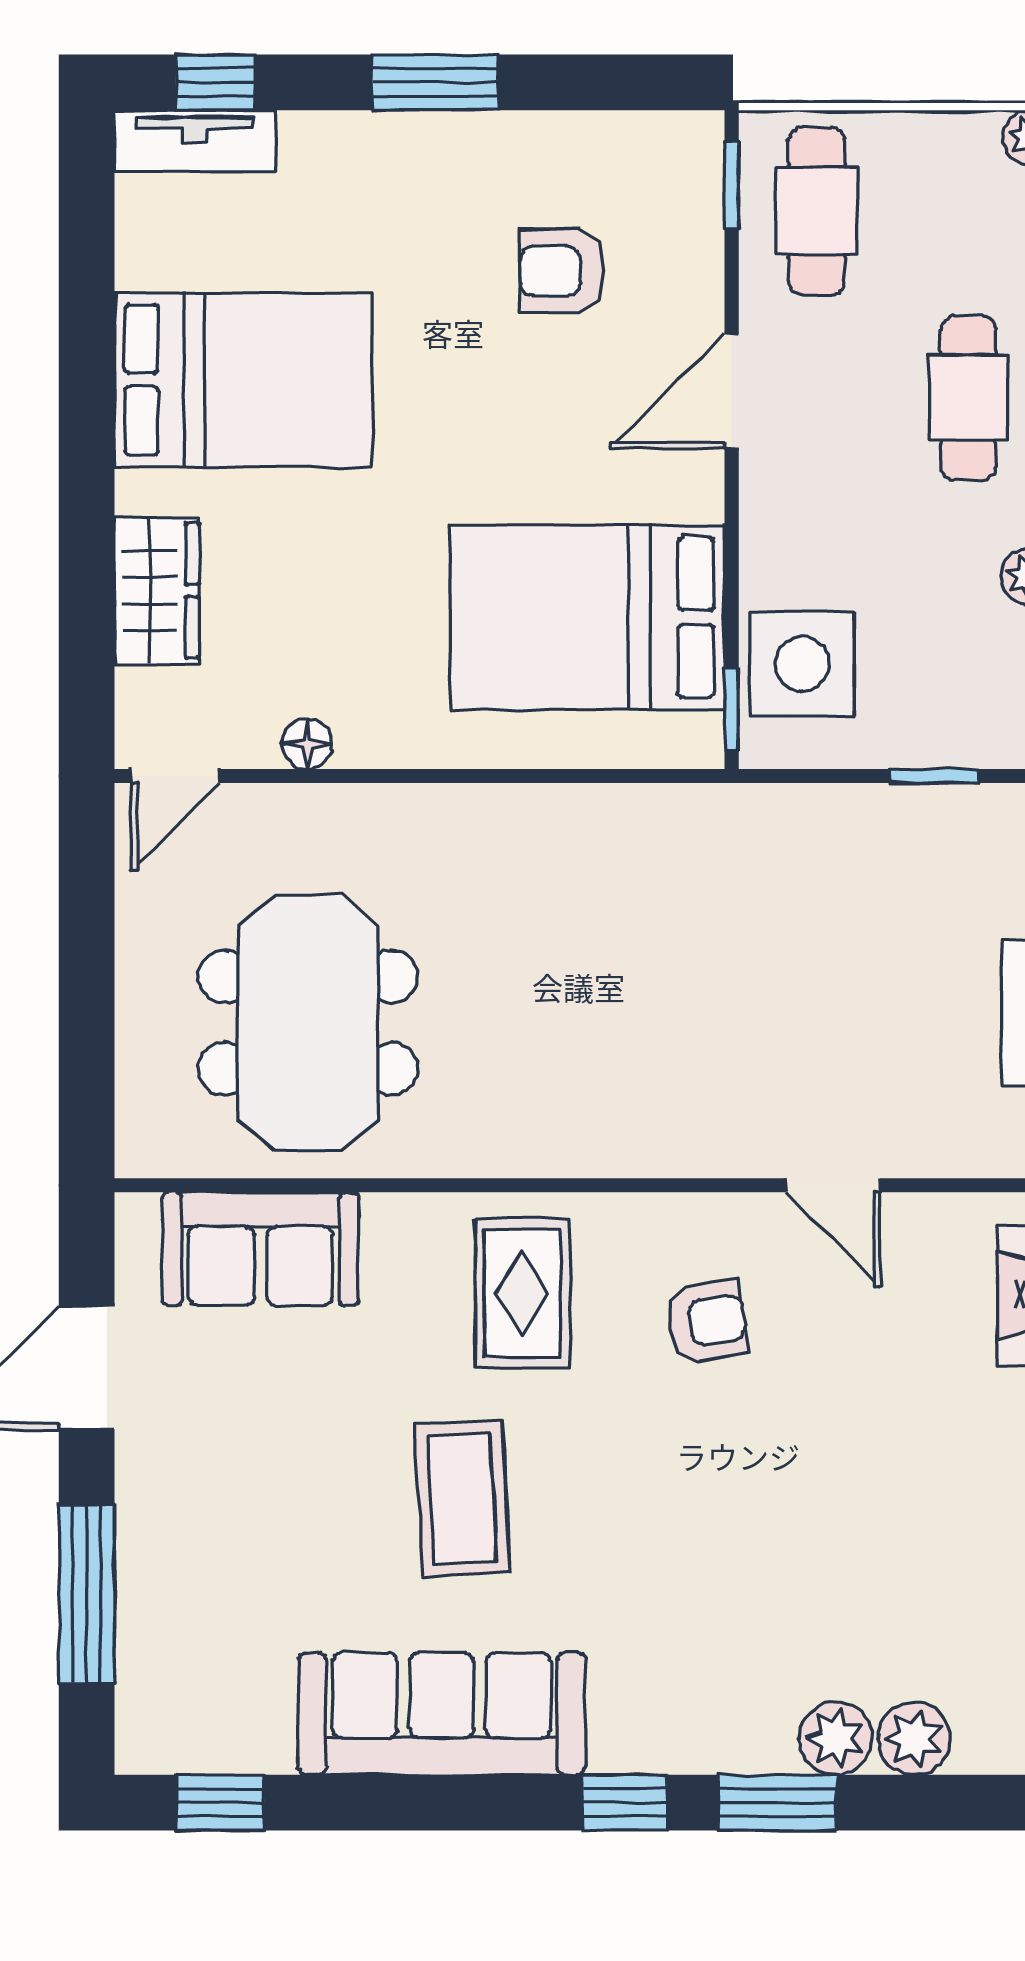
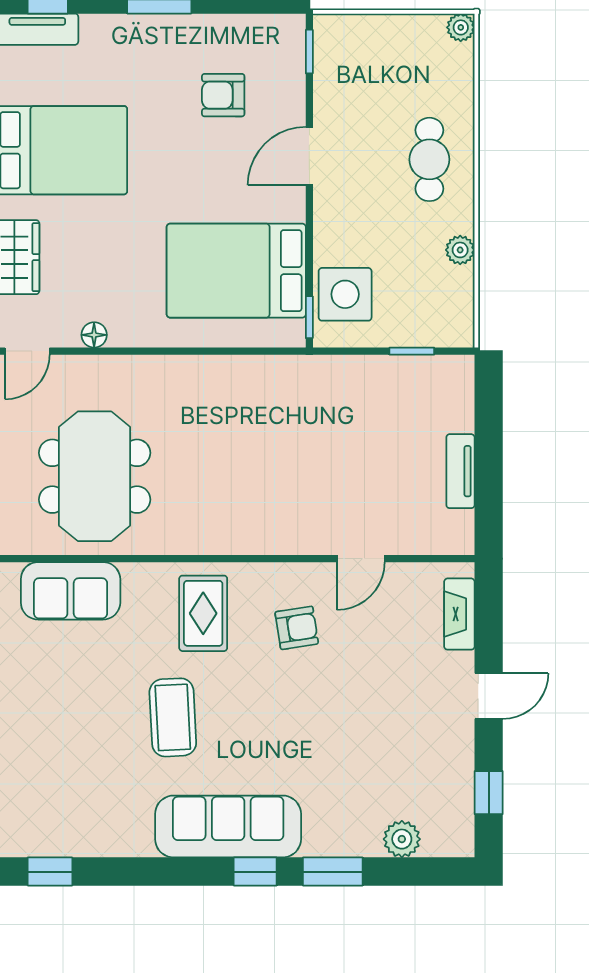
cafe table: (817, 211) -> (352, 65), removed
door: (833, 1185) -> (361, 559), hinge flipped
sofa: (442, 1714) -> (228, 826), moved
plant: (836, 1738) -> (362, 839), removed

